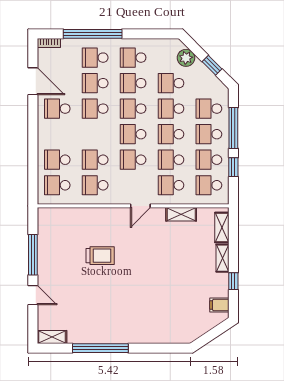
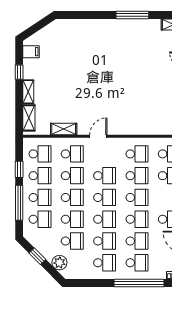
school desk: (95, 134) -> (137, 197), added
trolley: (100, 256) -> (133, 94), removed
window: (100, 348) -> (132, 15), width x0.68

